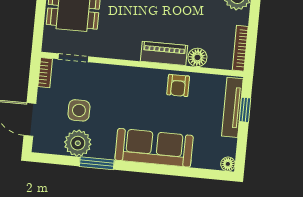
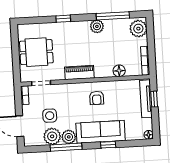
piano: (164, 53) -> (79, 73), moved
armchair: (178, 85) -> (97, 98), moved
plant: (103, 148) -> (69, 137), added
window: (97, 163) -> (66, 147), width x1.44
window: (163, 170) -> (108, 145), added

